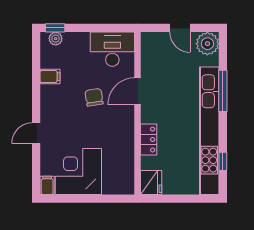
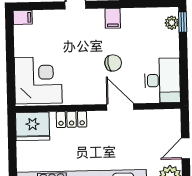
filing cabinet: (50, 77) -> (113, 18), moved
corner desk: (78, 172) -> (38, 80), moved
fridge: (151, 182) -> (33, 126), width x1.36, depth x1.34

